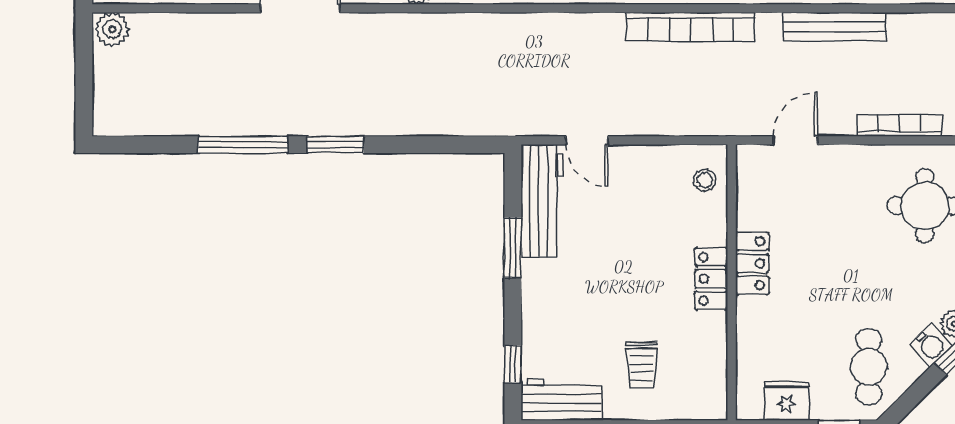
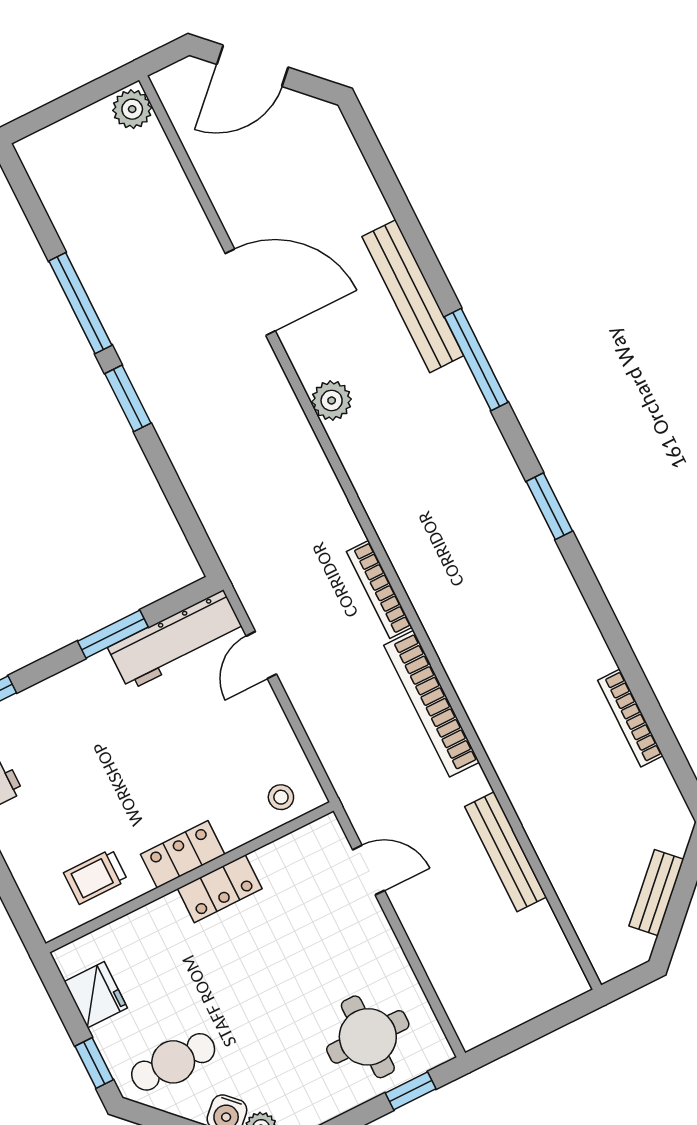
bookcase: (900, 126) -> (379, 589), moved, turned 180
trolley: (642, 365) -> (96, 877), moved

